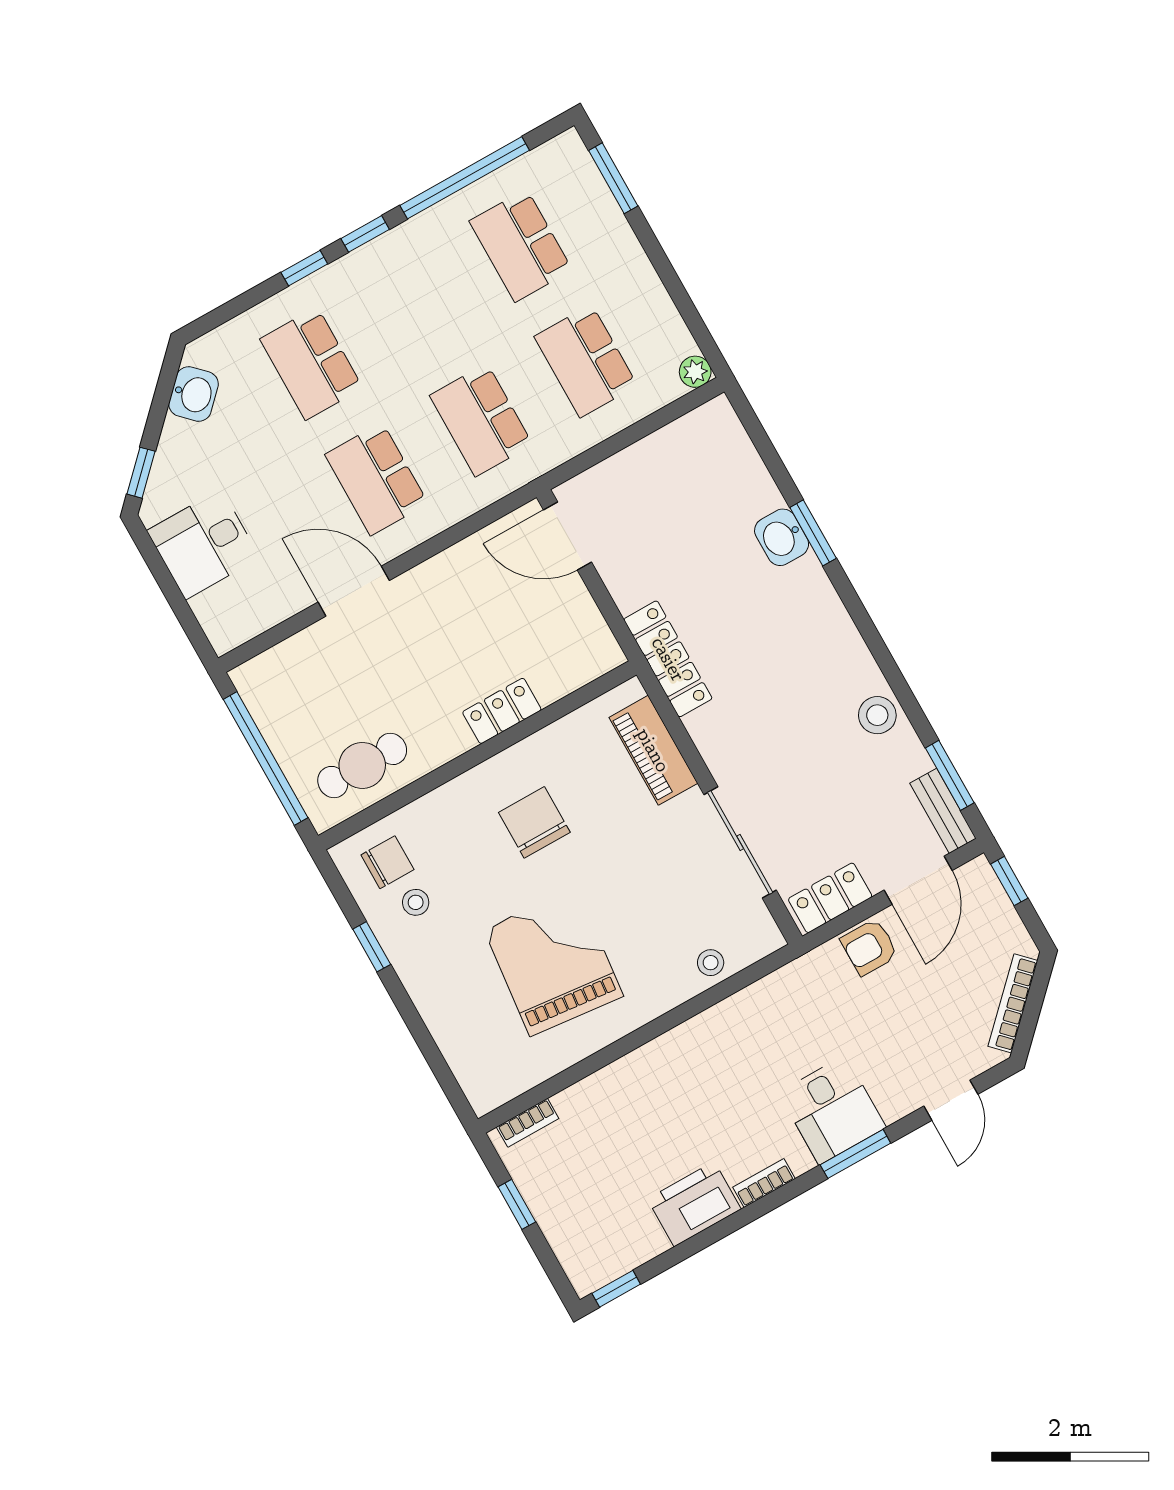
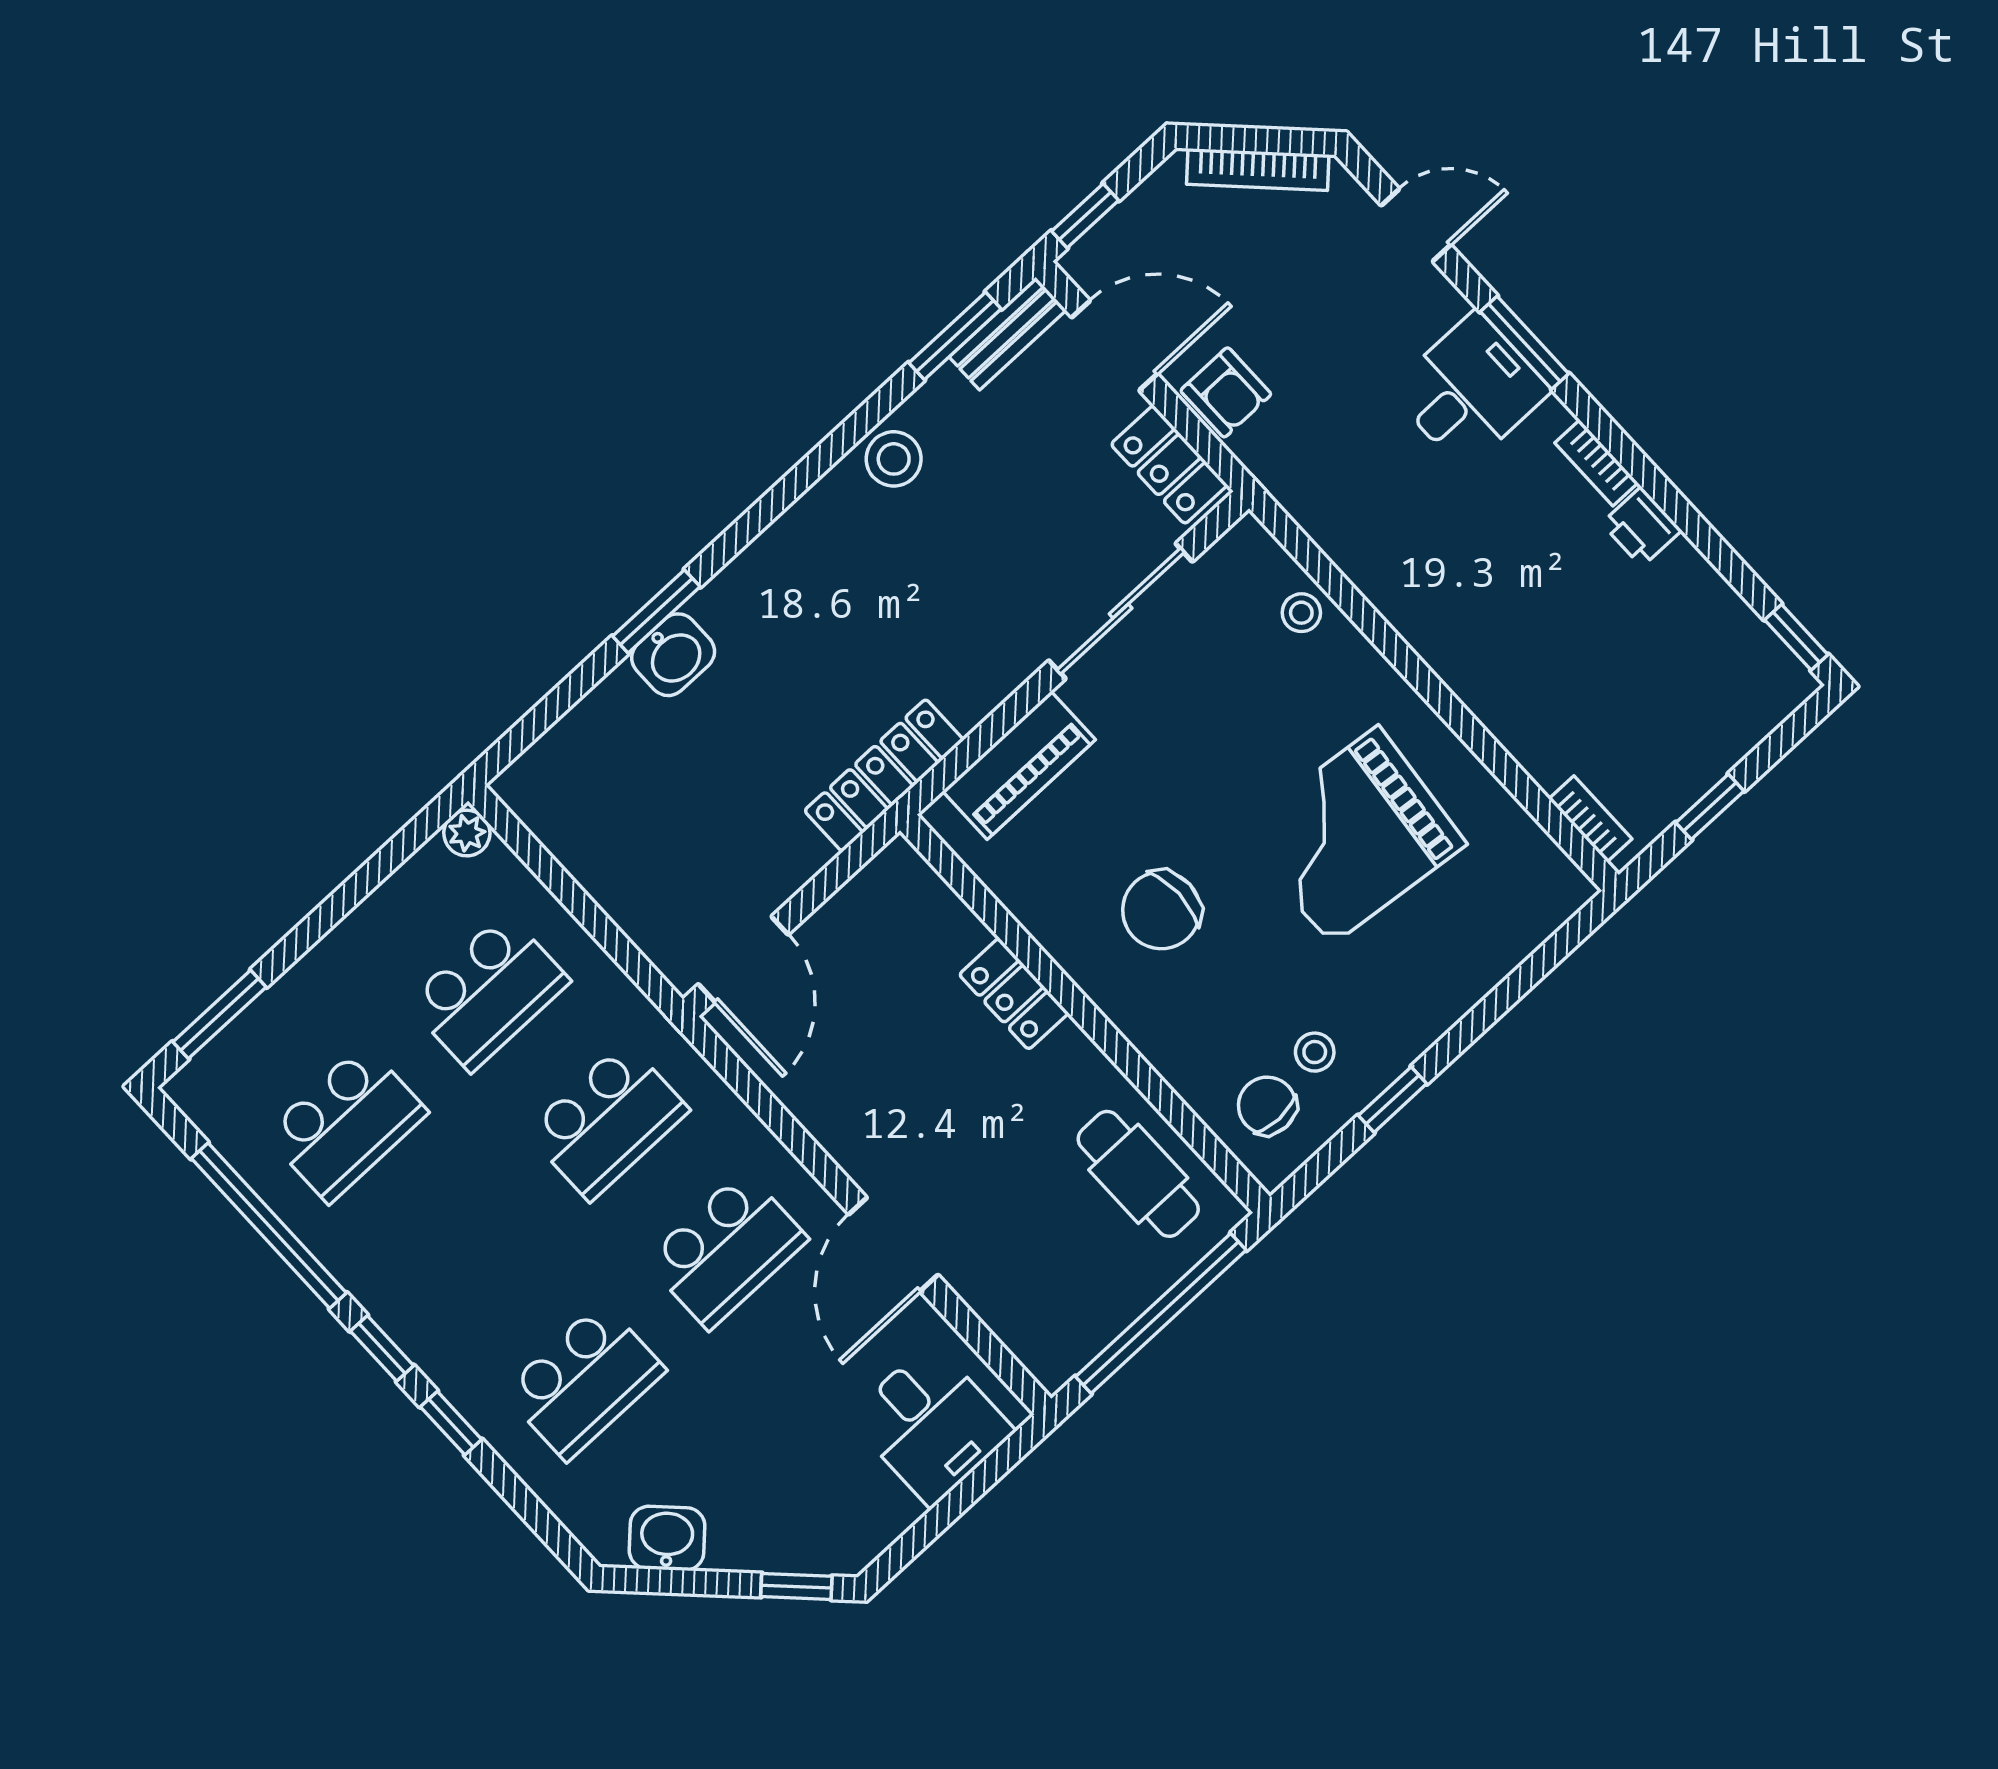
desk: (203, 544) -> (931, 1424), moved
printer: (694, 1204) -> (1642, 527), width x0.53, depth x0.68

